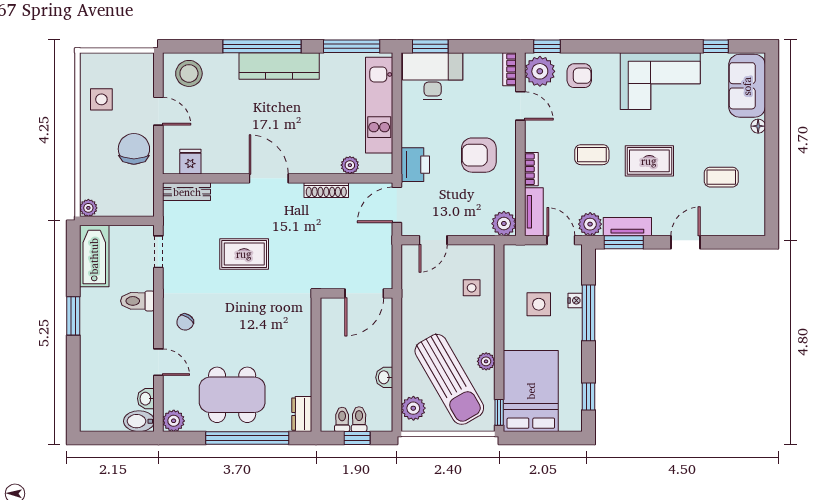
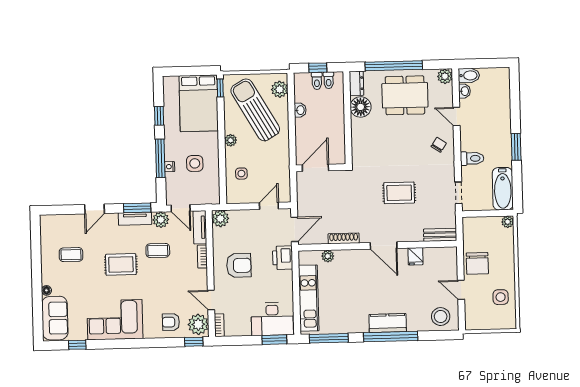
kitchen counter: (279, 66) -> (388, 323), width x0.67
coffee table: (592, 155) -> (158, 250), moved
fridge: (190, 162) -> (415, 256), moved
plant: (486, 361) -> (231, 140), moved
floor lamp: (297, 380) -> (361, 107), added
window: (589, 397) -> (159, 116), moved

